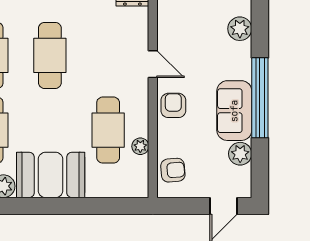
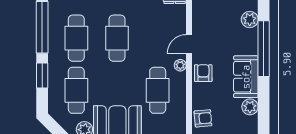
door: (153, 64) -> (189, 44), swing flipped
window: (260, 98) -> (264, 49), moved
plant: (140, 146) -> (180, 65), moved

